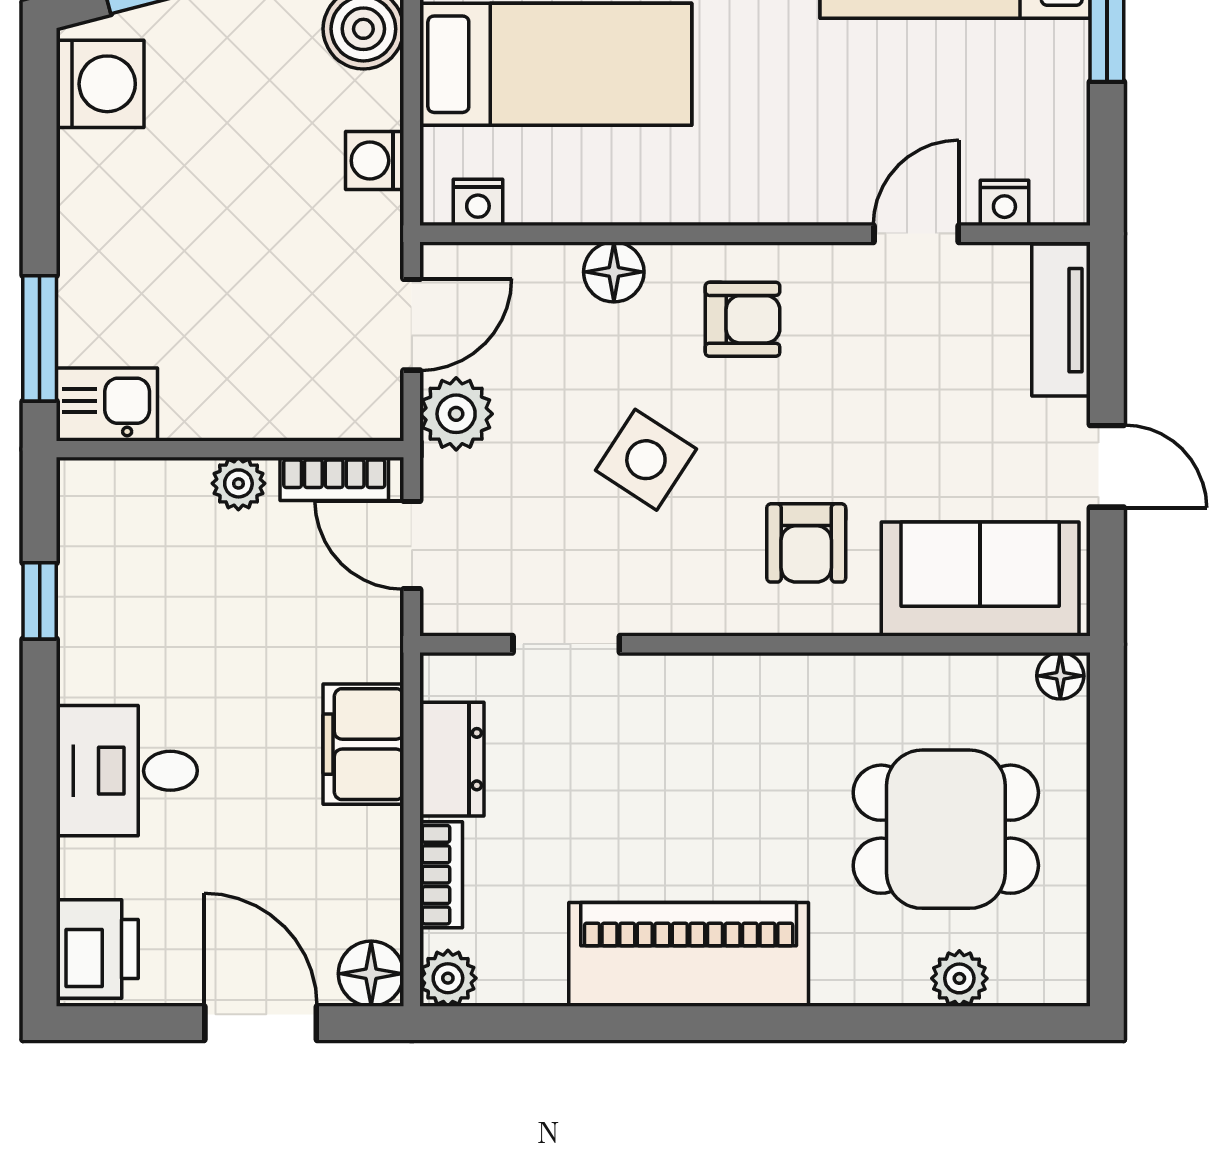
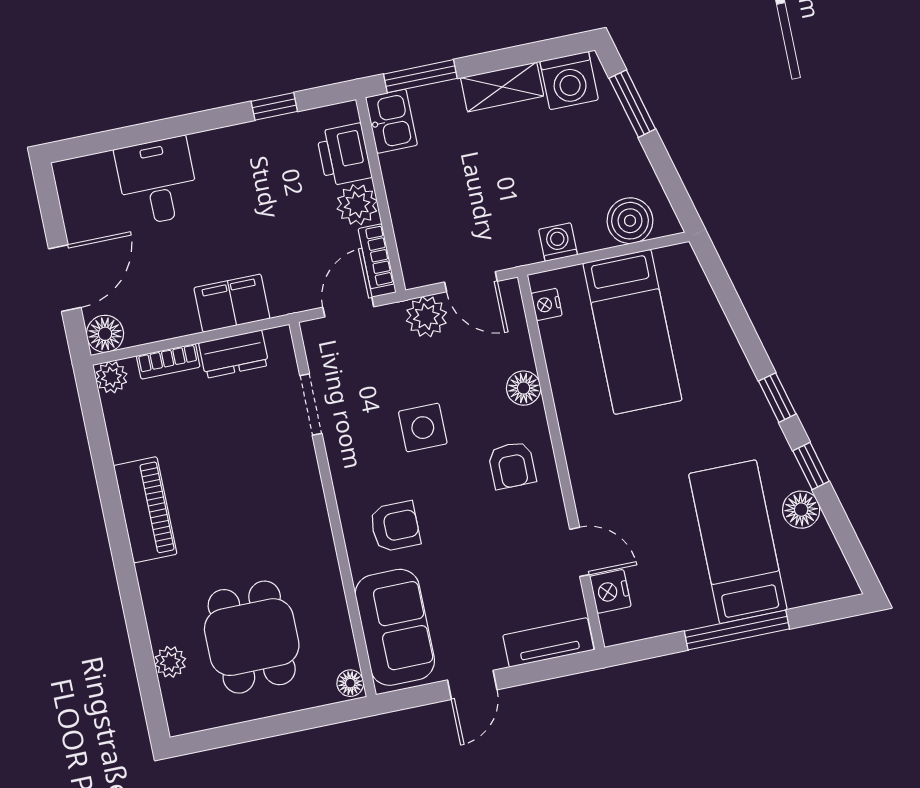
shelving: (87, 202) -> (502, 87), added
nightstand: (1004, 203) -> (610, 591), width x1.39, depth x1.35
side table: (646, 460) -> (423, 428), turned -33
plant: (238, 483) -> (357, 205), width x1.38, depth x1.38
armchair: (806, 543) -> (395, 526), turned 180
desk: (127, 771) -> (157, 181), moved
printer: (97, 949) -> (344, 155), moved, turned 90
piano: (689, 954) -> (145, 510), width x0.73, depth x0.75

